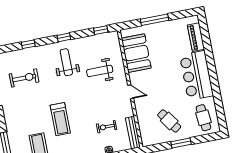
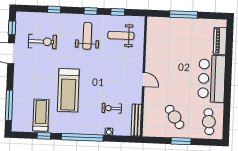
window: (101, 30) -> (118, 12), moved
booth: (136, 53) -> (158, 43), removed
weight bench: (100, 71) -> (121, 35), moved
treadmill: (60, 119) -> (68, 90), width x1.37, depth x1.38

